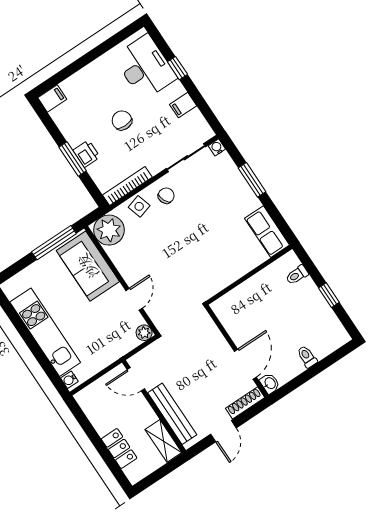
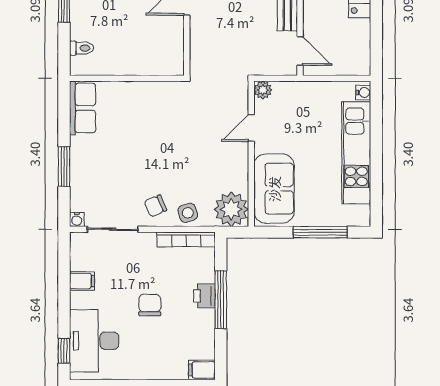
window: (177, 68) -> (64, 351), moved
chair: (122, 120) -> (150, 305), turned 180
window: (73, 159) -> (221, 300), width x1.44
window: (54, 243) -> (320, 232), moved

